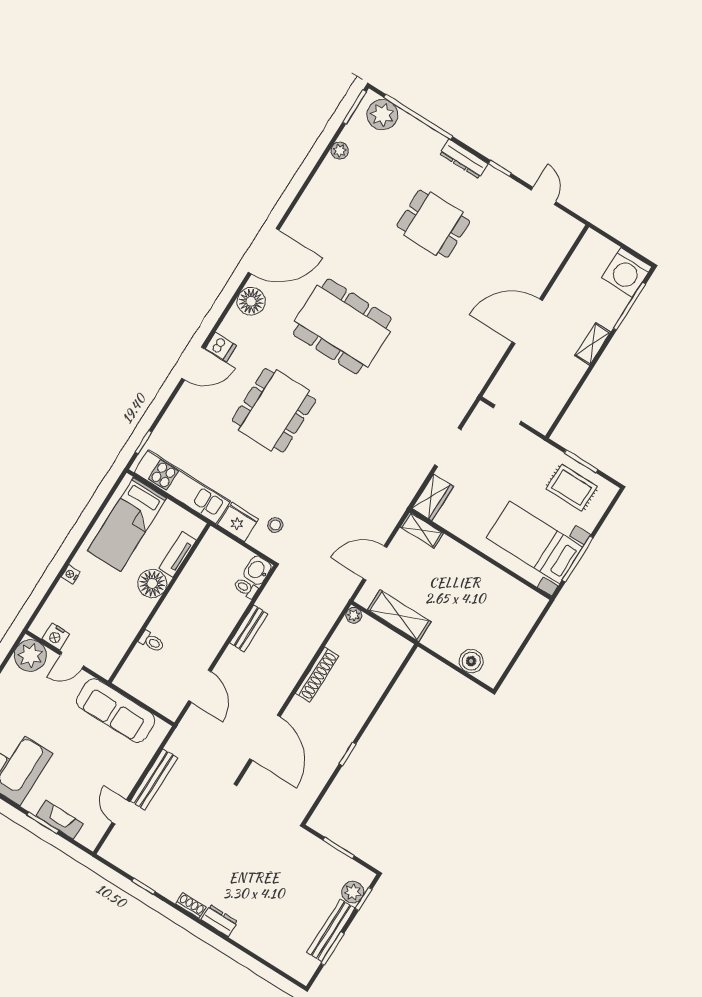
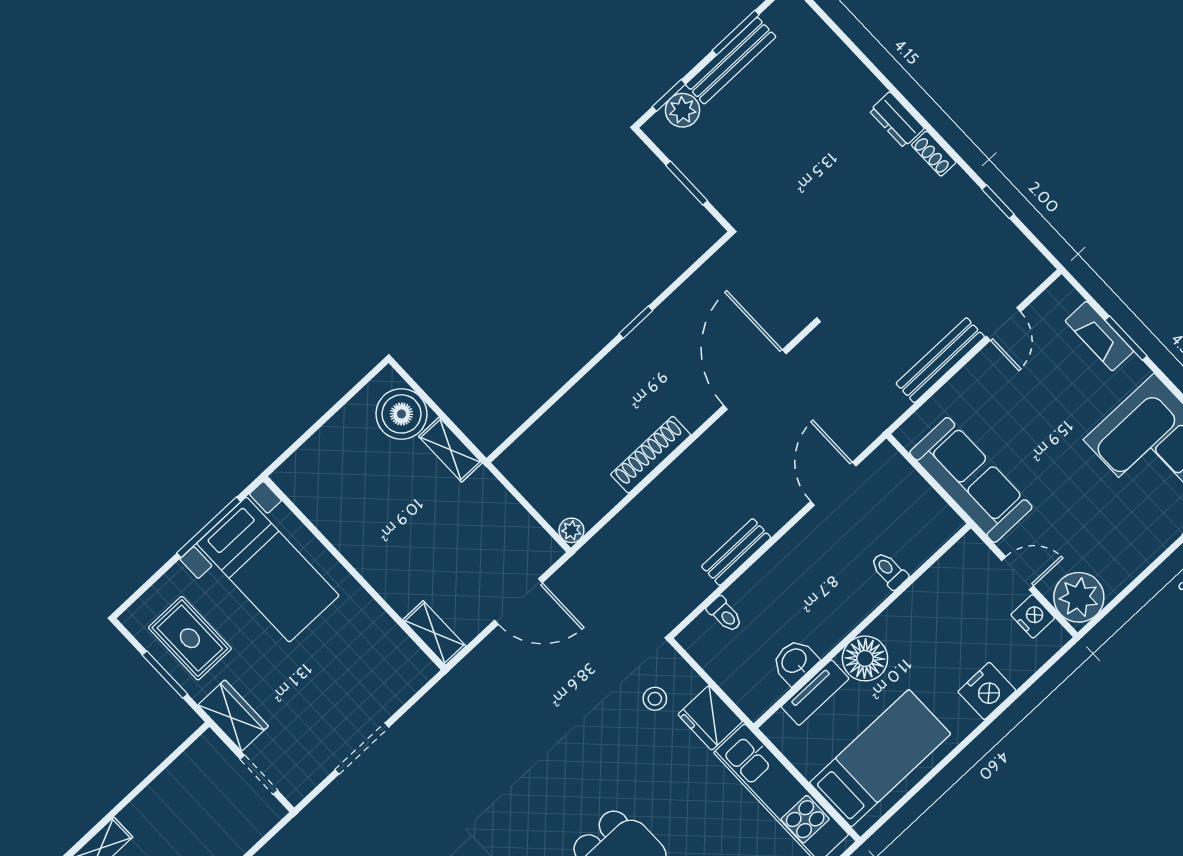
wardrobe: (433, 497) -> (233, 716), moved, turned 90
washbasin: (257, 570) -> (795, 661), moved, turned 180
nightstand: (71, 575) -> (987, 691), width x1.89, depth x1.79
shelving: (399, 616) -> (450, 450), moved, width x0.67, depth x0.75
boiler: (471, 661) -> (401, 414), width x1.37, depth x1.37

